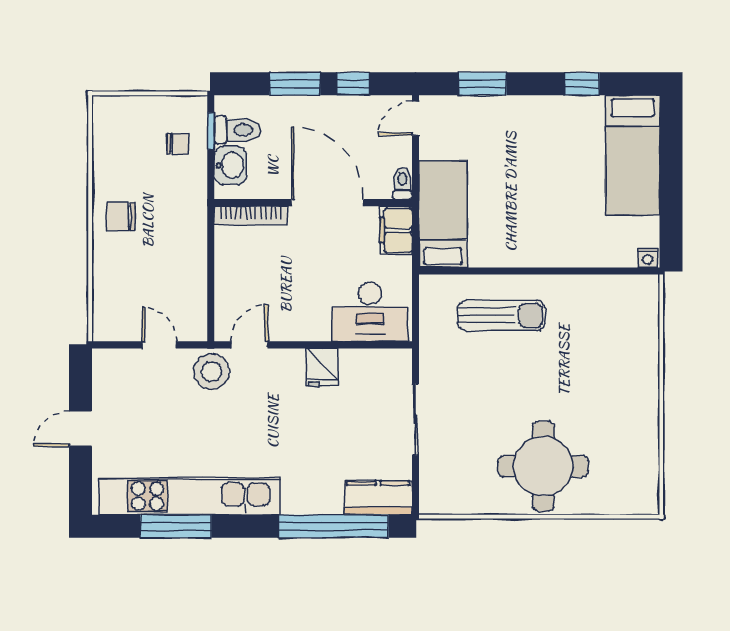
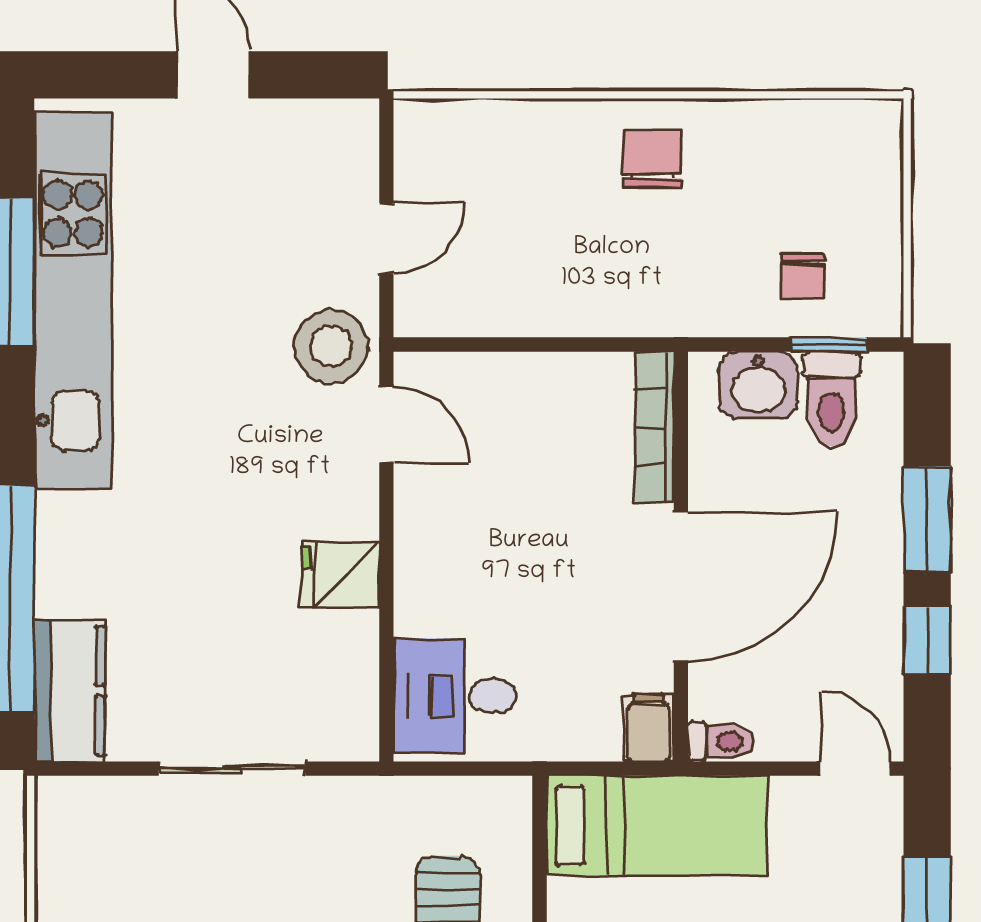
filing cabinet: (396, 230) -> (649, 728), width x0.50
desk: (370, 312) -> (455, 696), width x0.73

